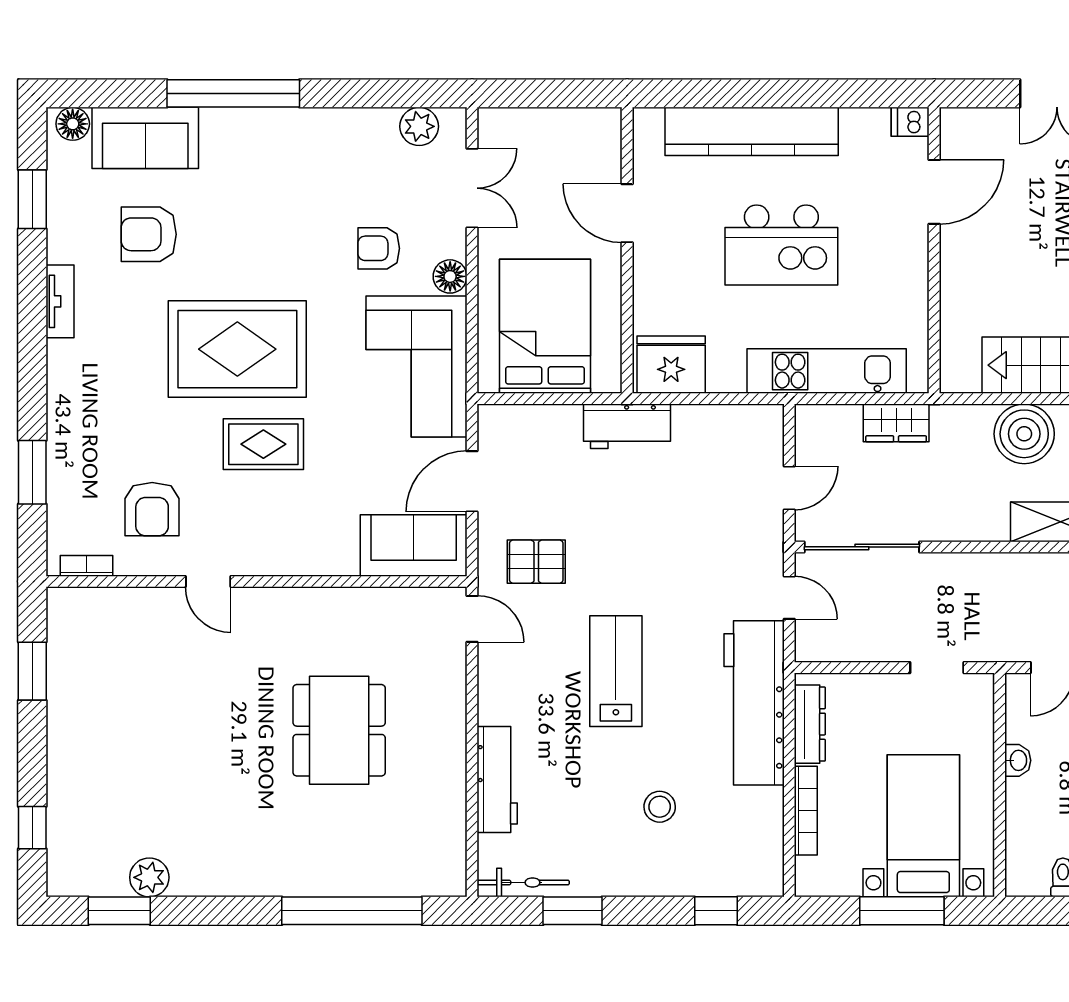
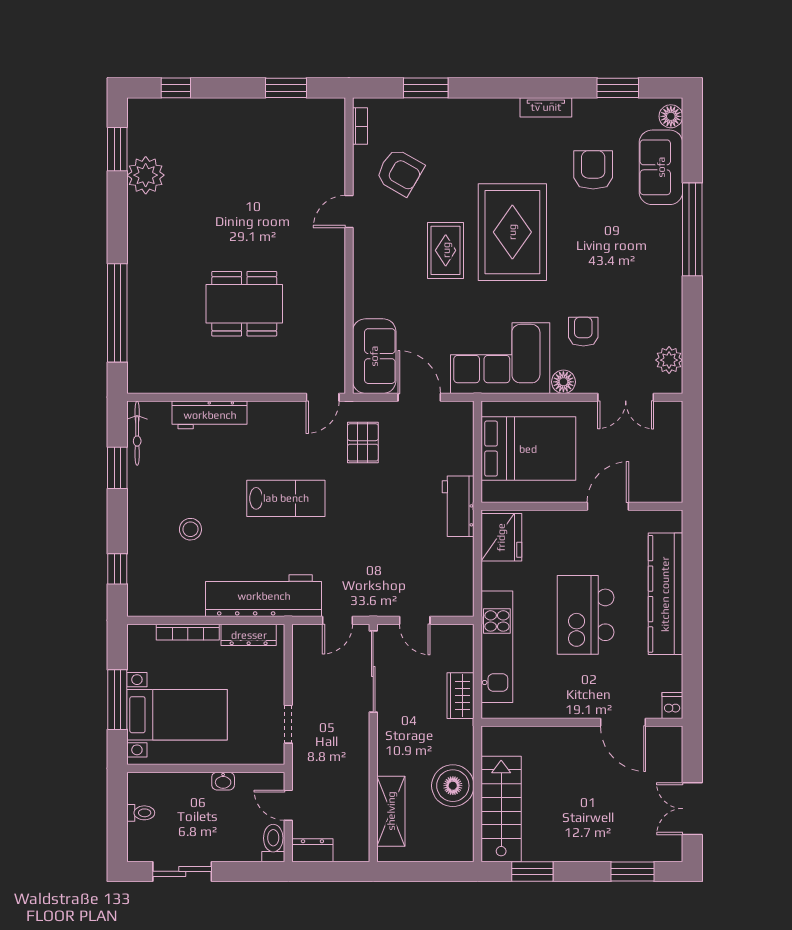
armchair: (152, 509) -> (400, 172), turned -150
plant: (149, 877) -> (146, 175), width x1.36, depth x1.36

